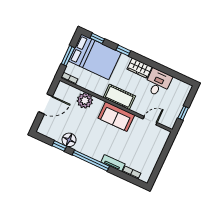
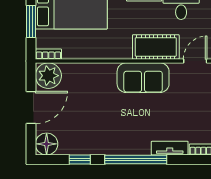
cot: (119, 97) -> (156, 47), moved
plant: (85, 100) -> (48, 76), moved
floor lamp: (69, 140) -> (47, 144), moved

